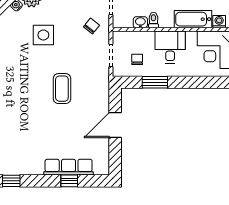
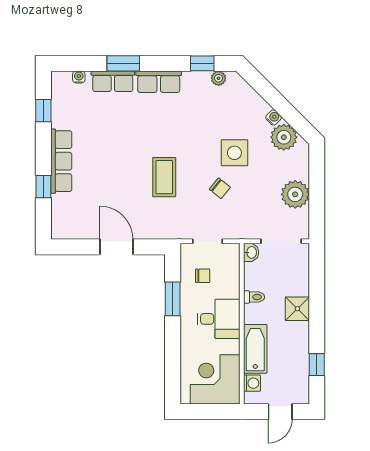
washbasin: (140, 22) -> (251, 252), moved
chair: (92, 26) -> (220, 188), moved
coffee table: (62, 89) -> (164, 177), turned 90
row of seats: (69, 167) -> (61, 161), moved

